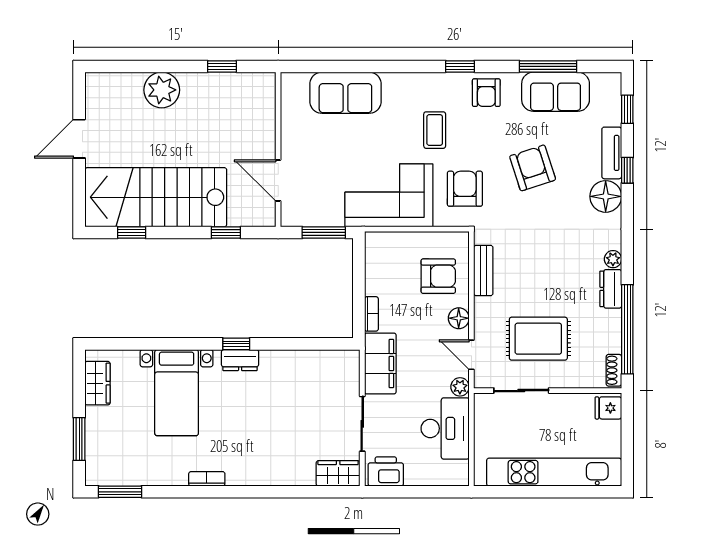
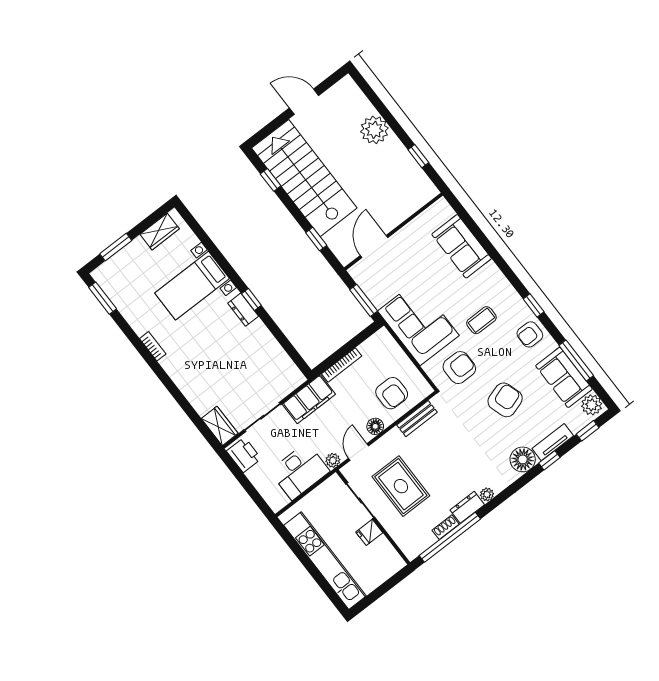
plant: (604, 85) -> (592, 405), added
bookcase: (371, 314) -> (342, 365), width x1.56
shoe rack: (614, 370) -> (446, 527), moved
fridge: (608, 408) -> (369, 532), moved, turned -90

